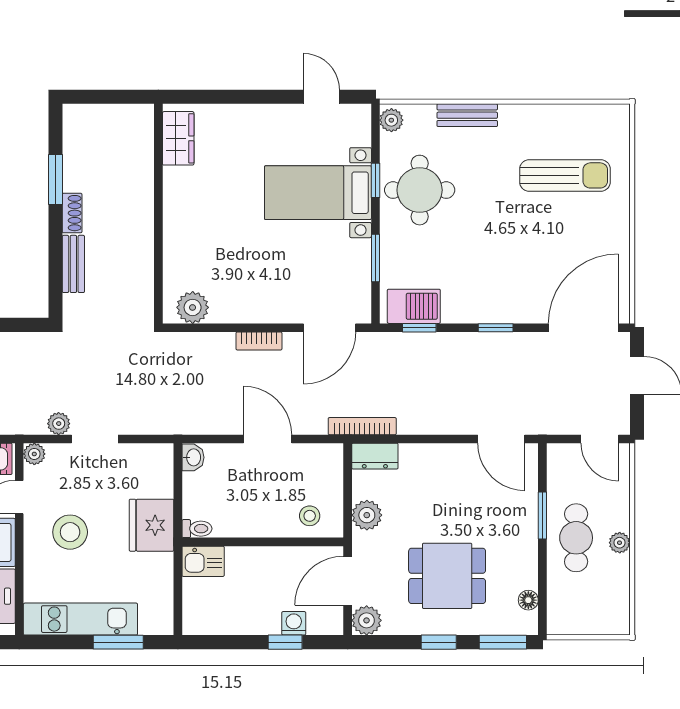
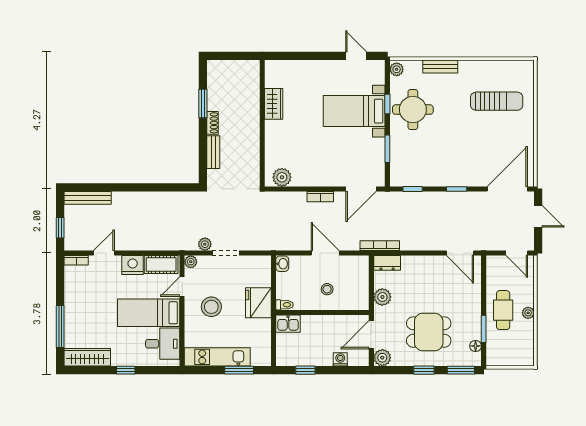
wardrobe: (178, 138) -> (274, 104), moved
barbecue: (414, 306) -> (410, 177), removed
window: (542, 515) -> (484, 329), moved
stool: (310, 516) -> (327, 289), moved
window: (285, 642) -> (305, 370), moved

